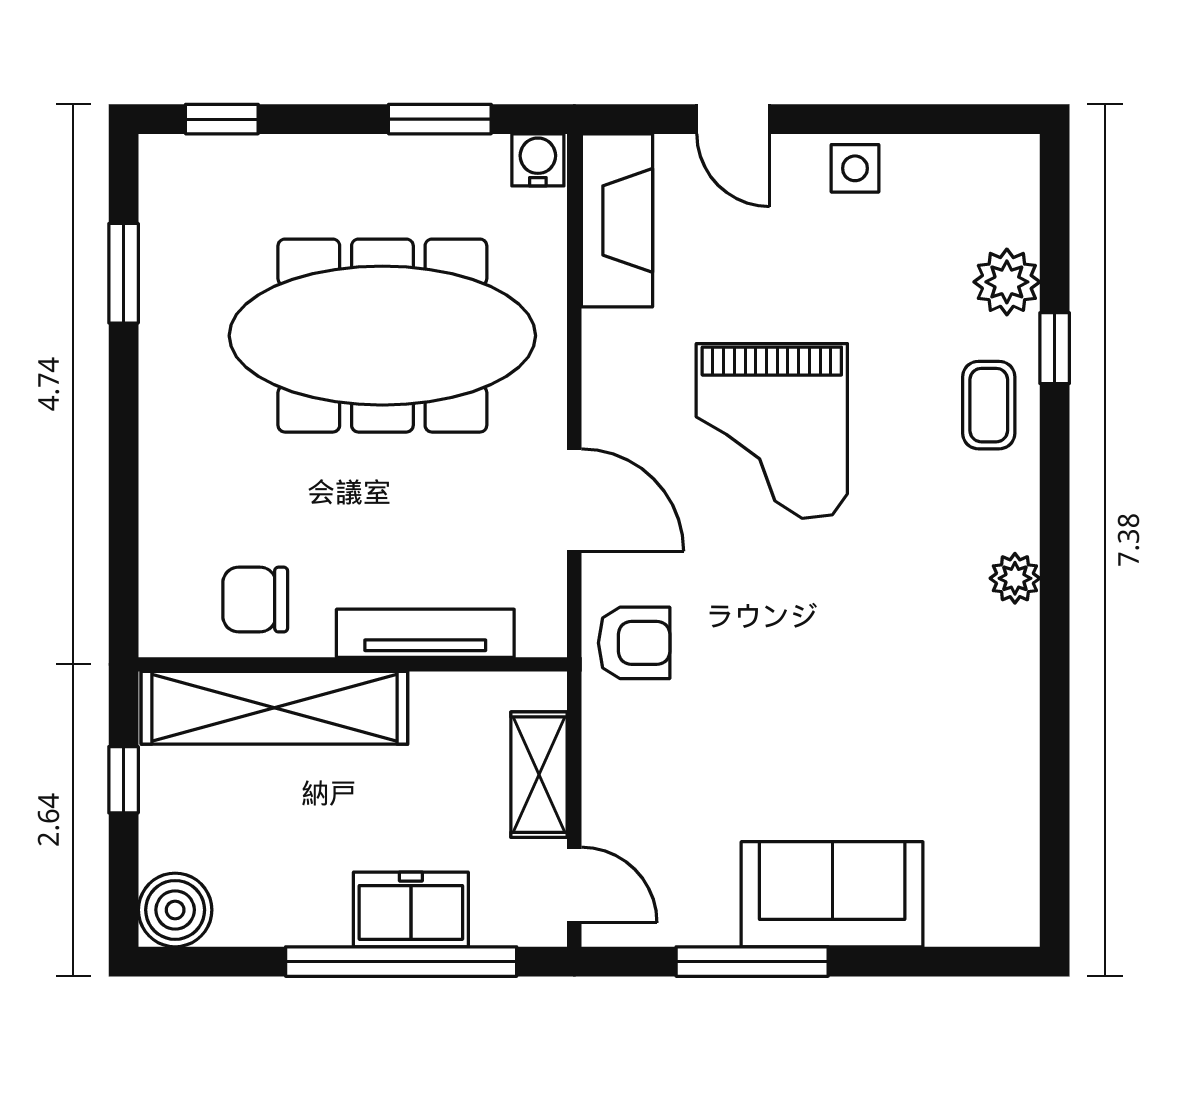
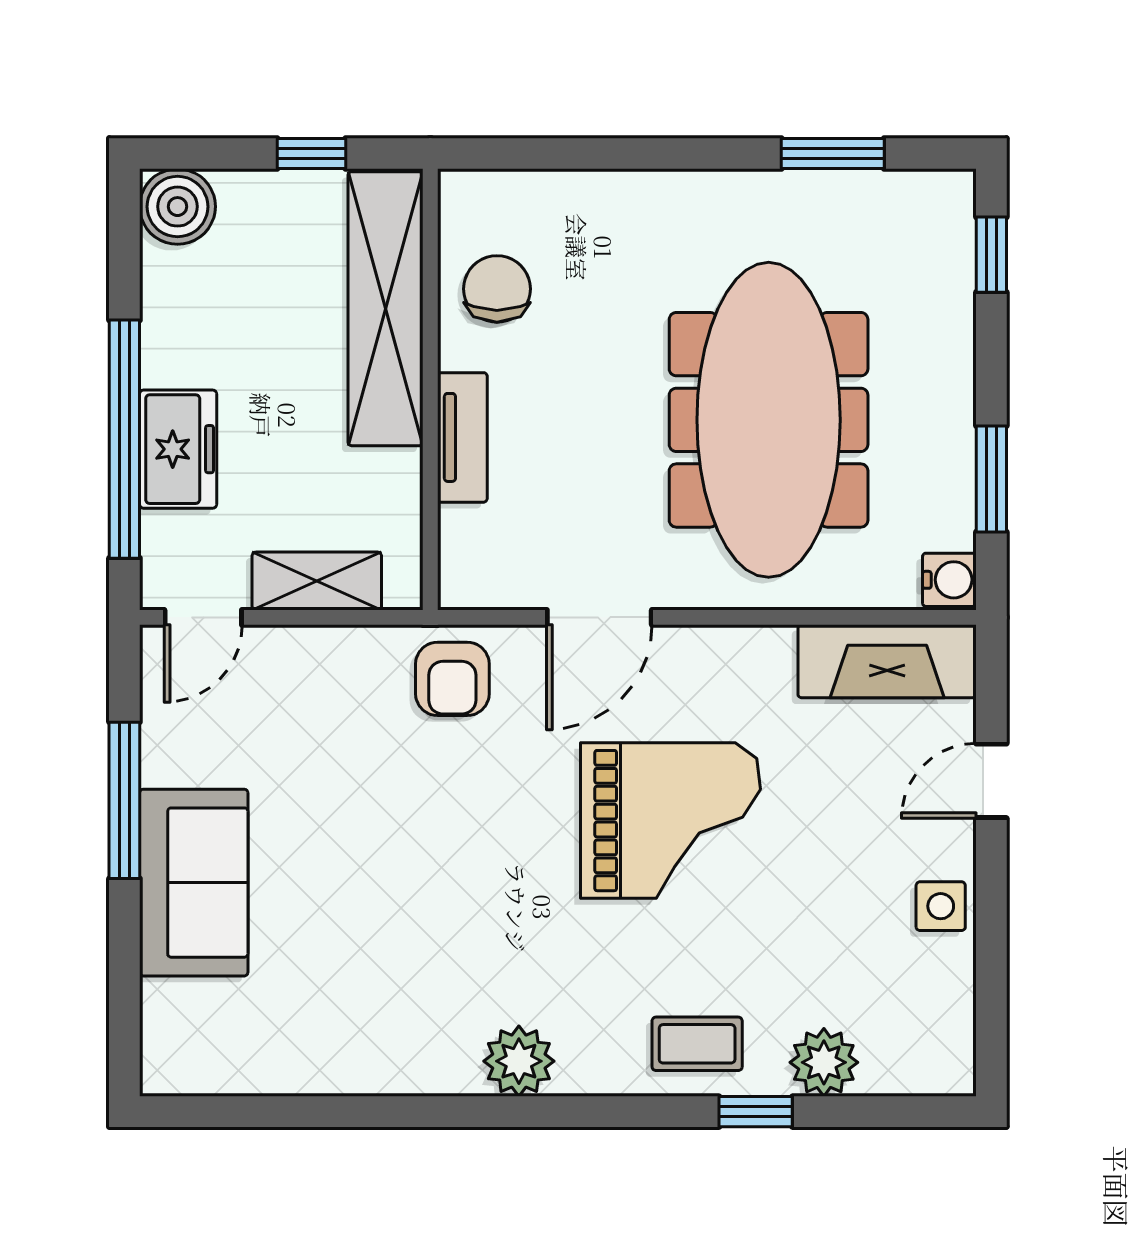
grand piano: (772, 431) -> (670, 821), turned 180
plant: (1015, 578) -> (519, 1061), width x1.38, depth x1.38
tv unit: (425, 633) -> (462, 437), width x0.71

